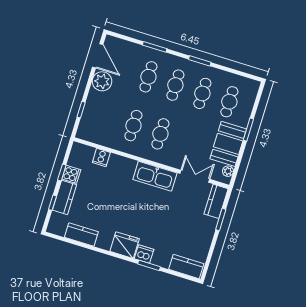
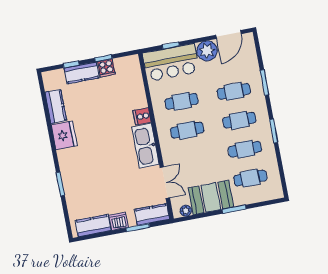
bar counter: (96, 117) -> (171, 62), added
cooker: (101, 158) -> (142, 116), moved
fridge: (125, 245) -> (64, 135), moved
dishwasher: (144, 254) -> (119, 221), moved, turned -90
kitchen counter: (186, 266) -> (93, 226), moved, turned -90

